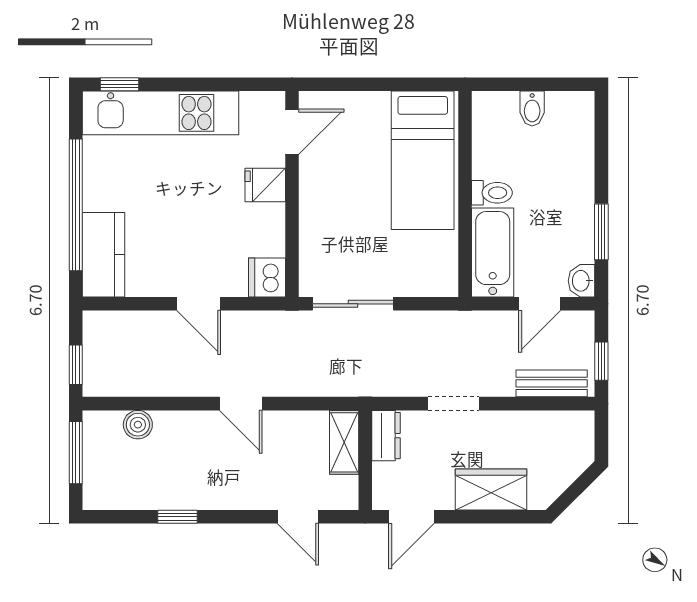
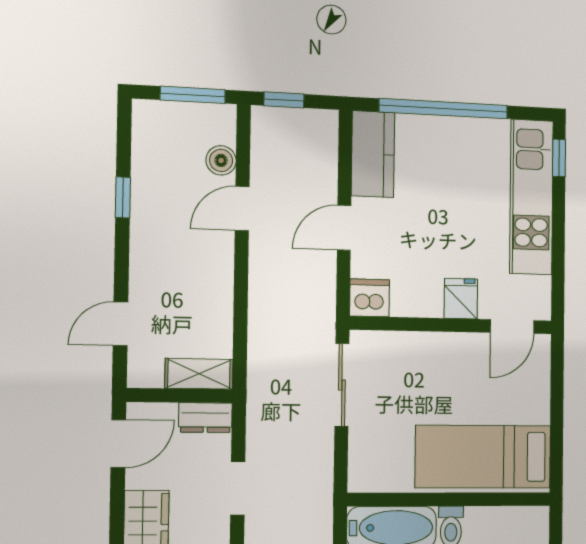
door: (292, 132) -> (512, 326), hinge flipped
kitchen counter: (104, 255) -> (373, 154), moved, turned -90
door: (241, 404) -> (242, 208), moved
door: (411, 517) -> (118, 444), swing flipped

